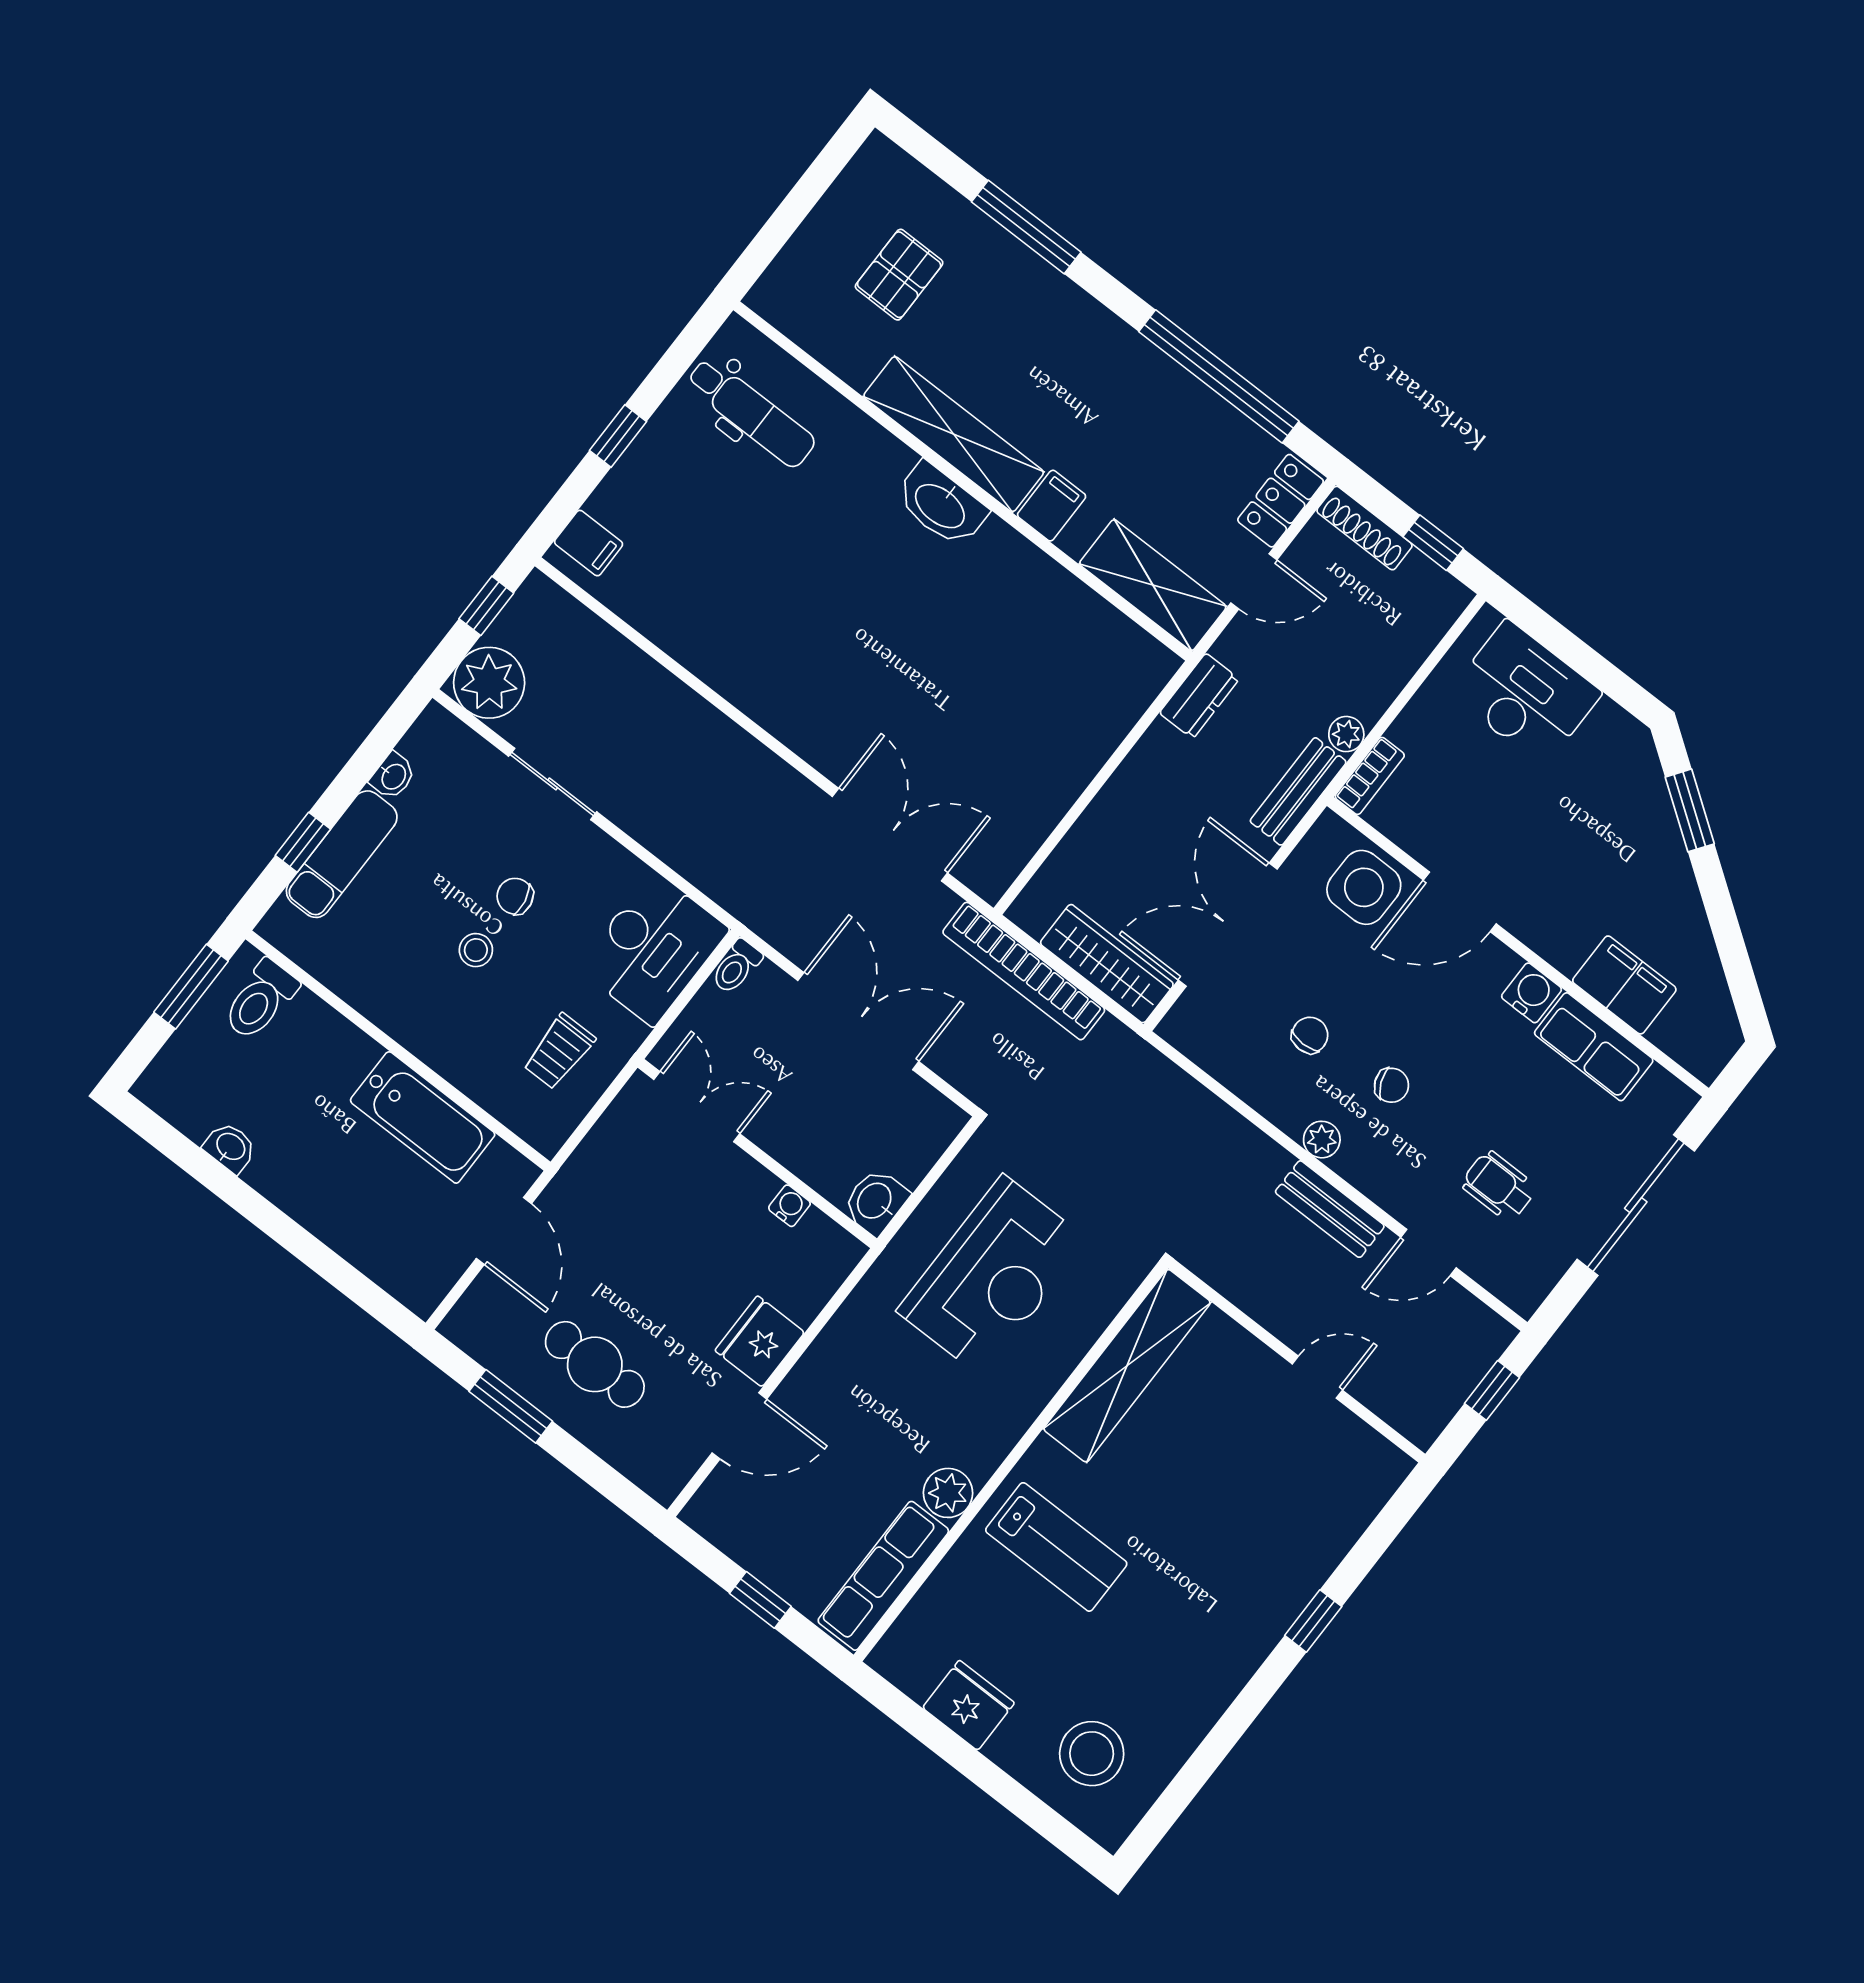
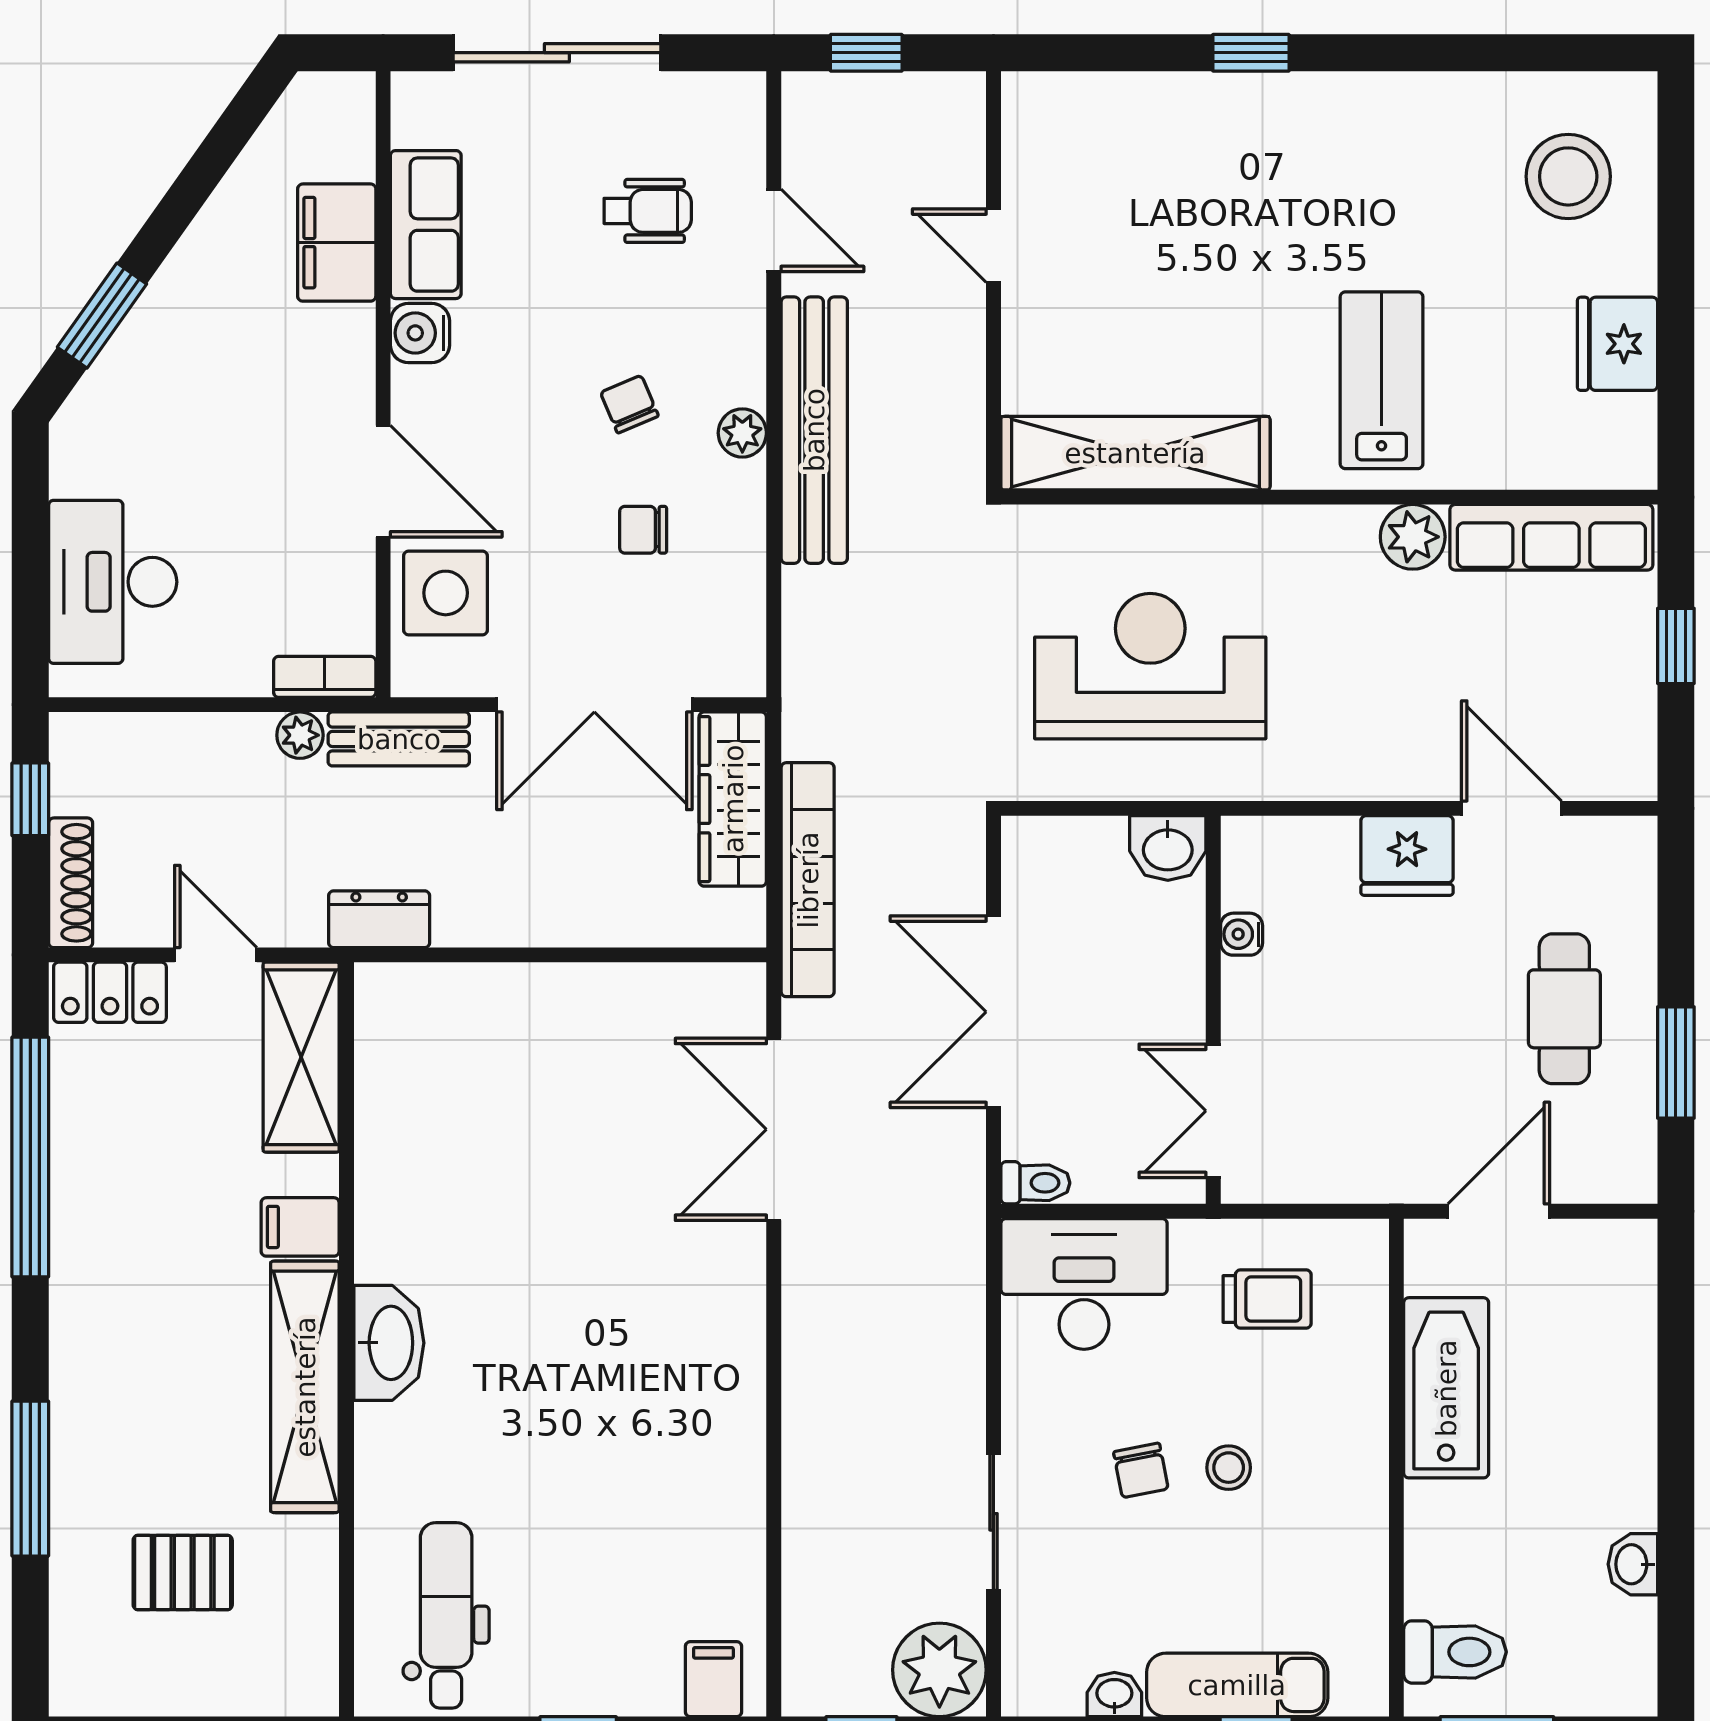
wheelchair: (1499, 1186) -> (648, 211), turned -90
bench: (1330, 1209) -> (814, 430), width x1.86, depth x1.21

